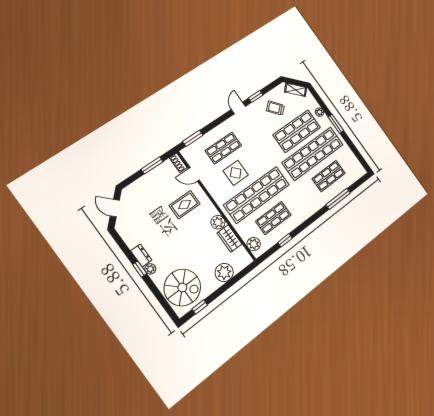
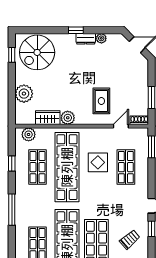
window: (338, 199) -> (12, 210), moved
plant: (150, 269) -> (101, 38), moved

